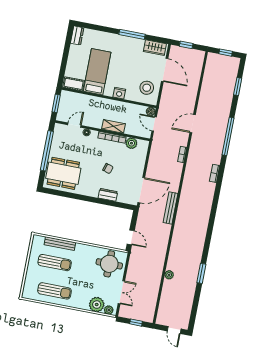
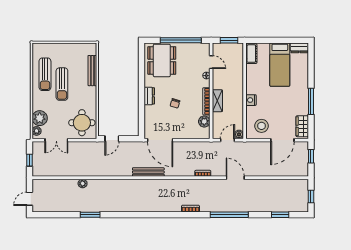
bed: (97, 72) -> (280, 65), moved, turned 90
dresser: (108, 195) -> (149, 96), moved
sun lounger: (55, 263) -> (62, 84), moved

